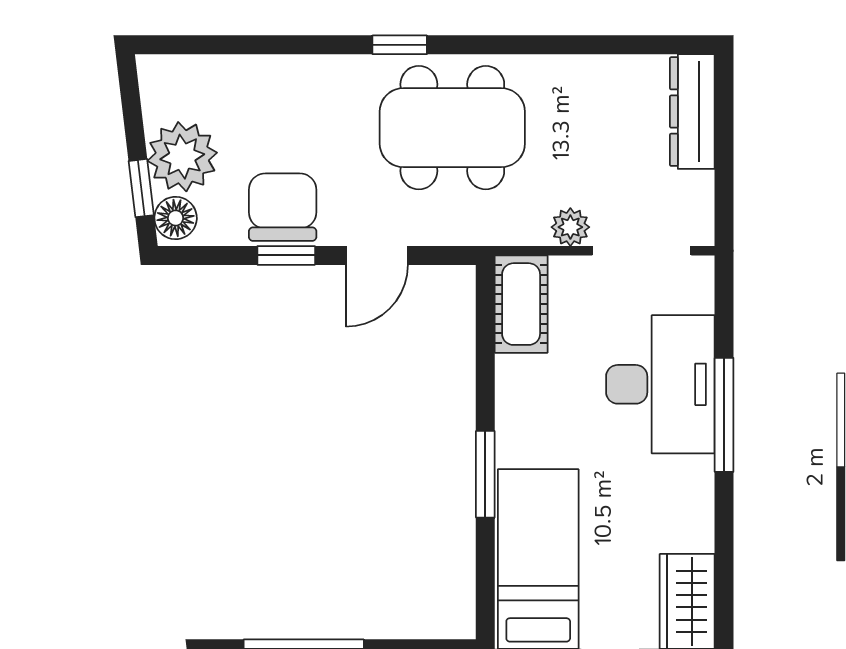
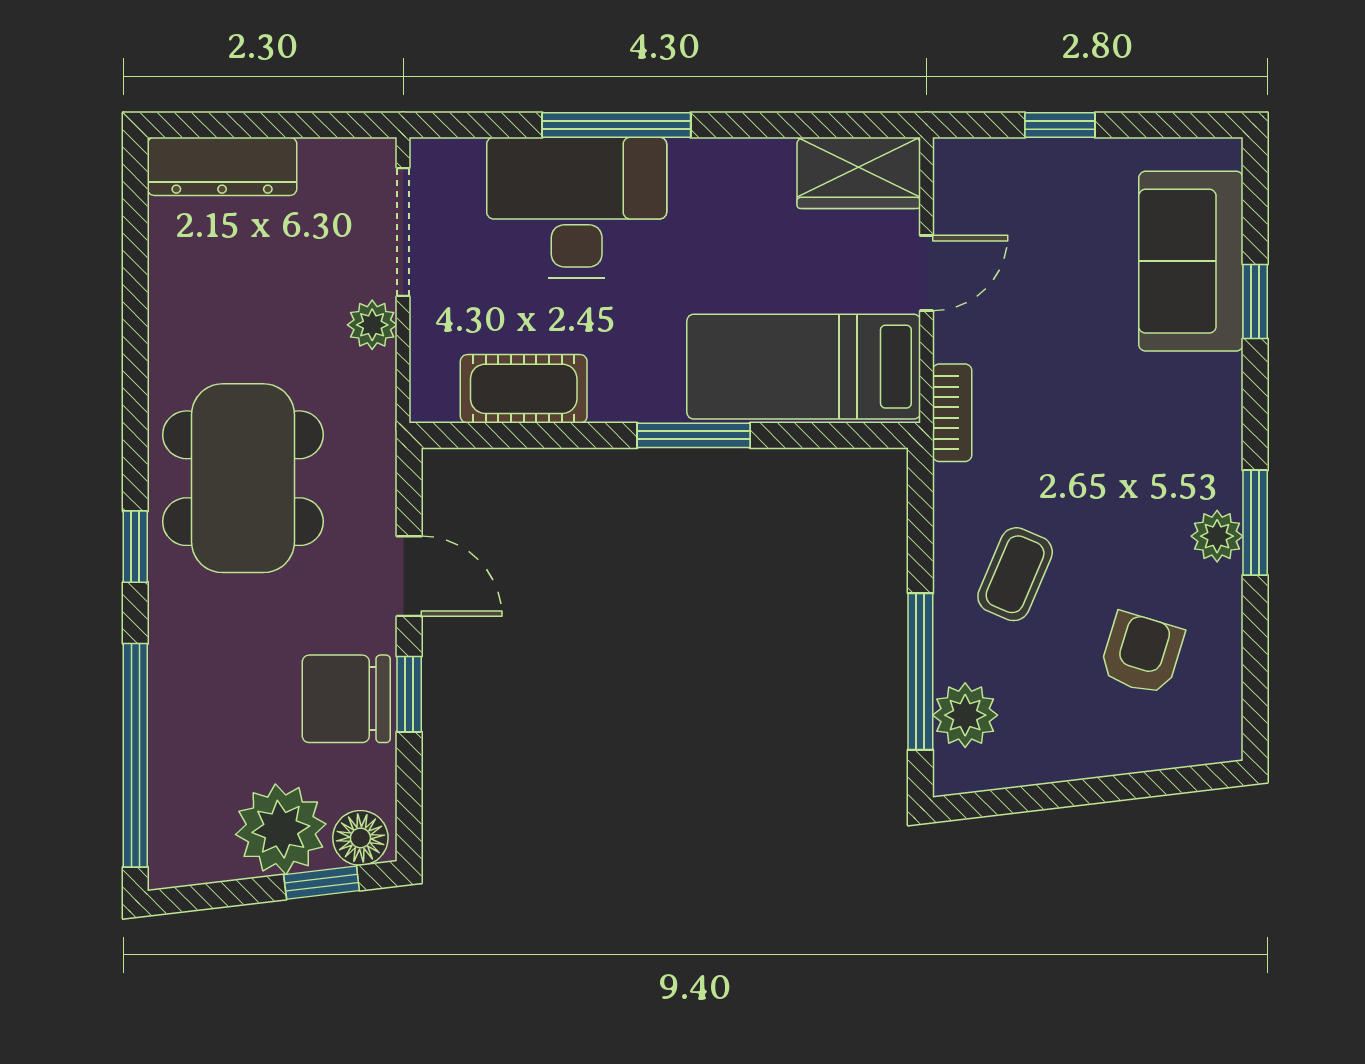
window: (239, 45) -> (135, 755), added
cot: (521, 304) -> (524, 389), moved

